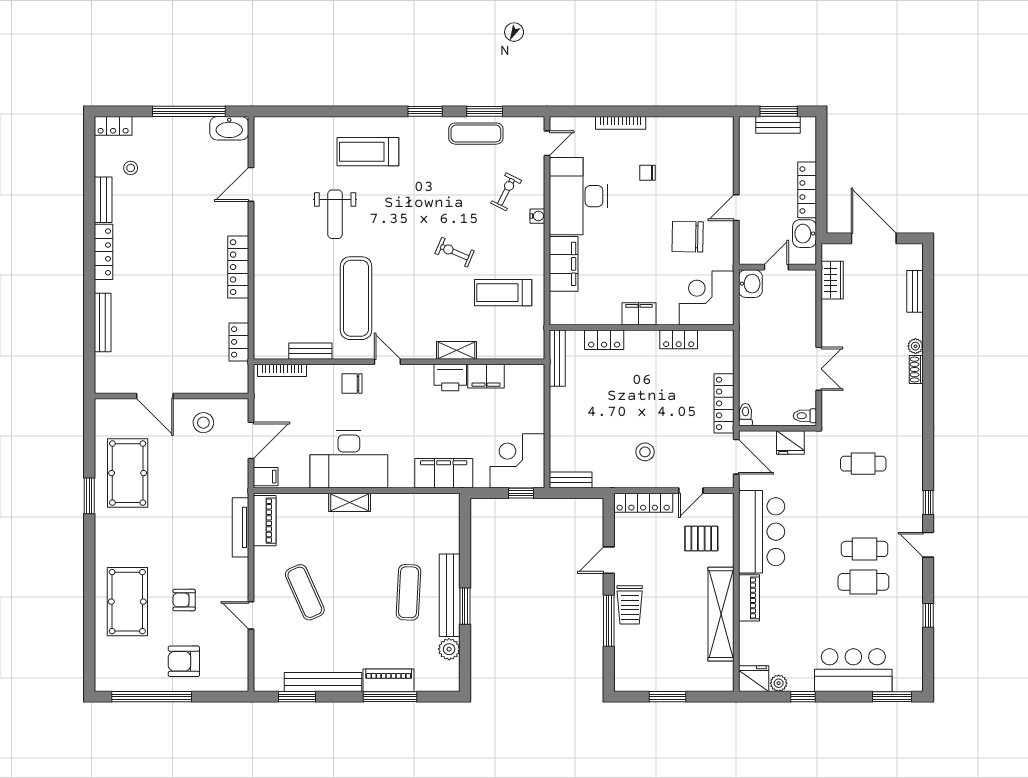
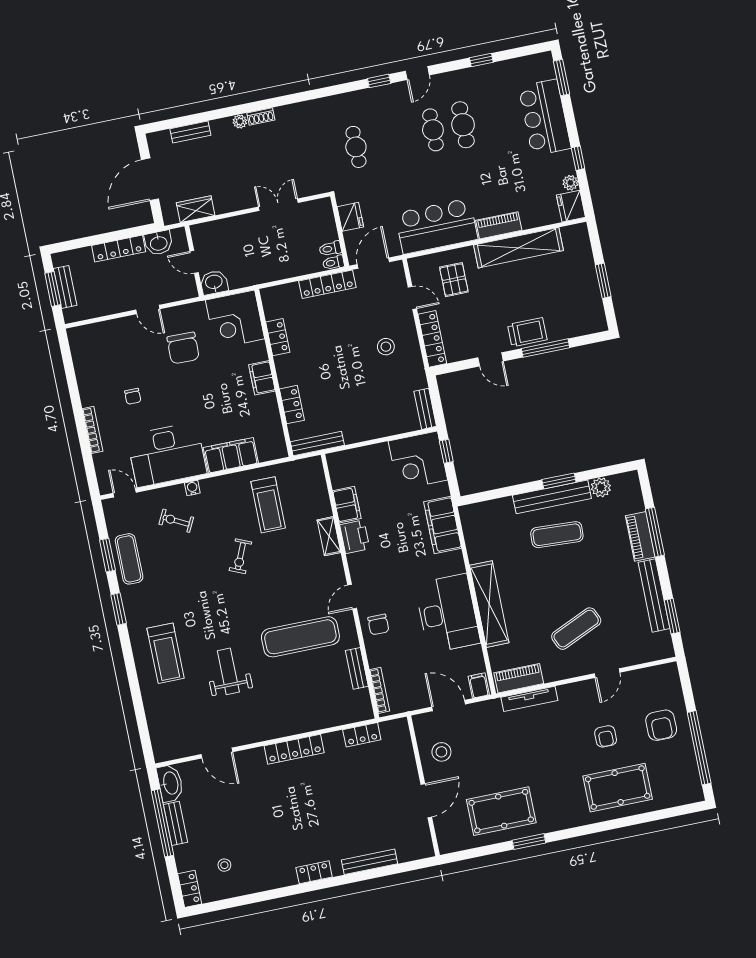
bench: (103, 200) -> (176, 823), moved, turned 90
weight bench: (335, 214) -> (228, 671), turned -90
locker: (103, 252) -> (314, 872), width x0.66
toilet: (805, 416) -> (330, 249), moved, turned 90
shelving: (350, 502) -> (489, 604), width x2.20, depth x1.33

